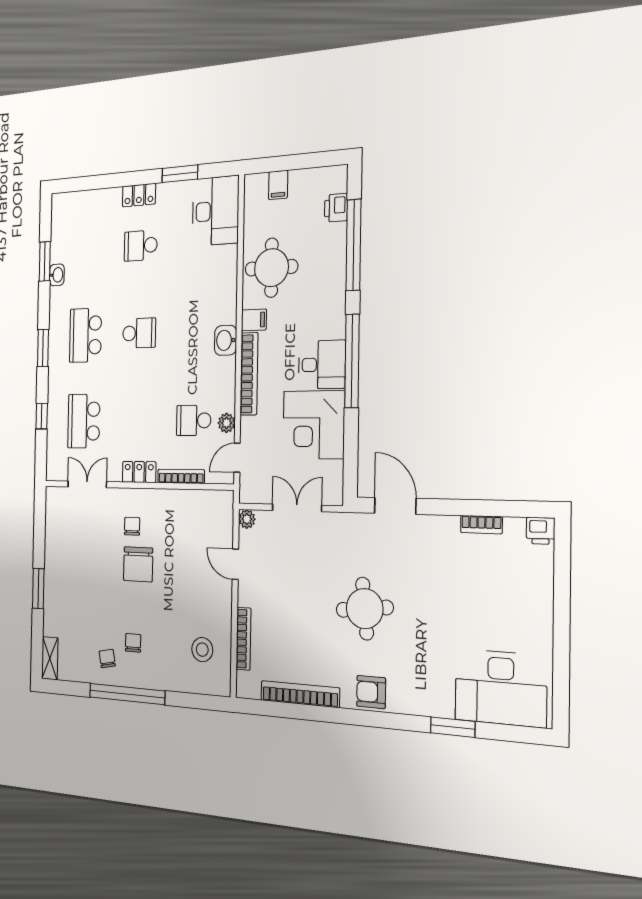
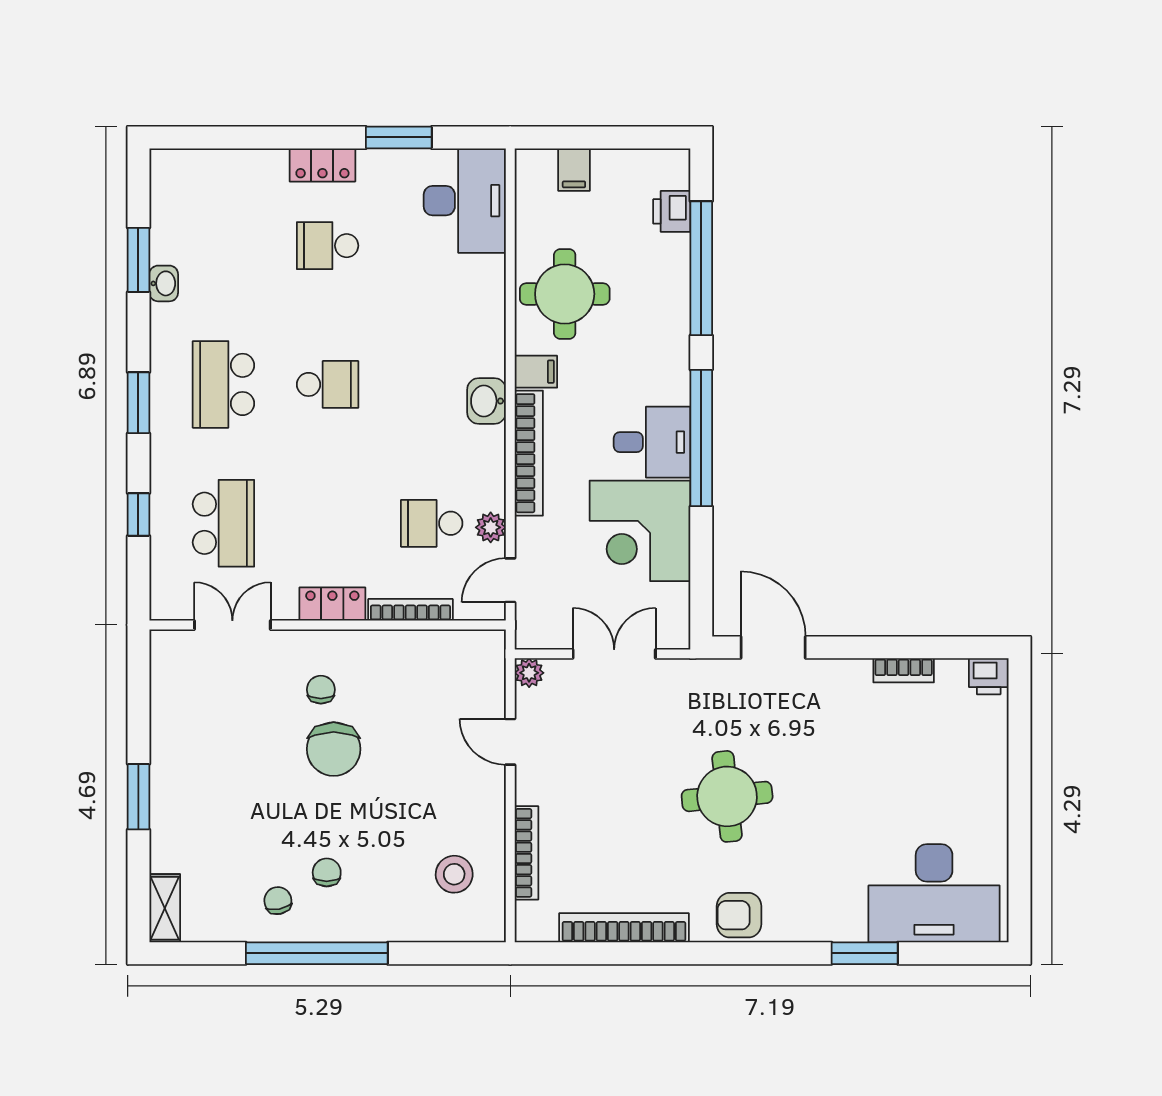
school desk: (84, 421) -> (223, 523), turned 180

